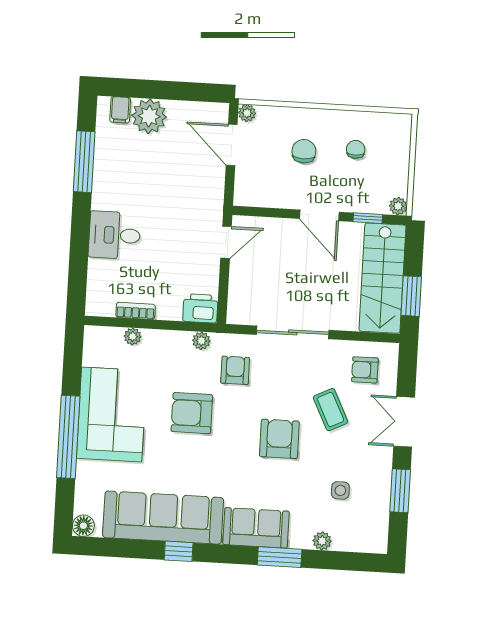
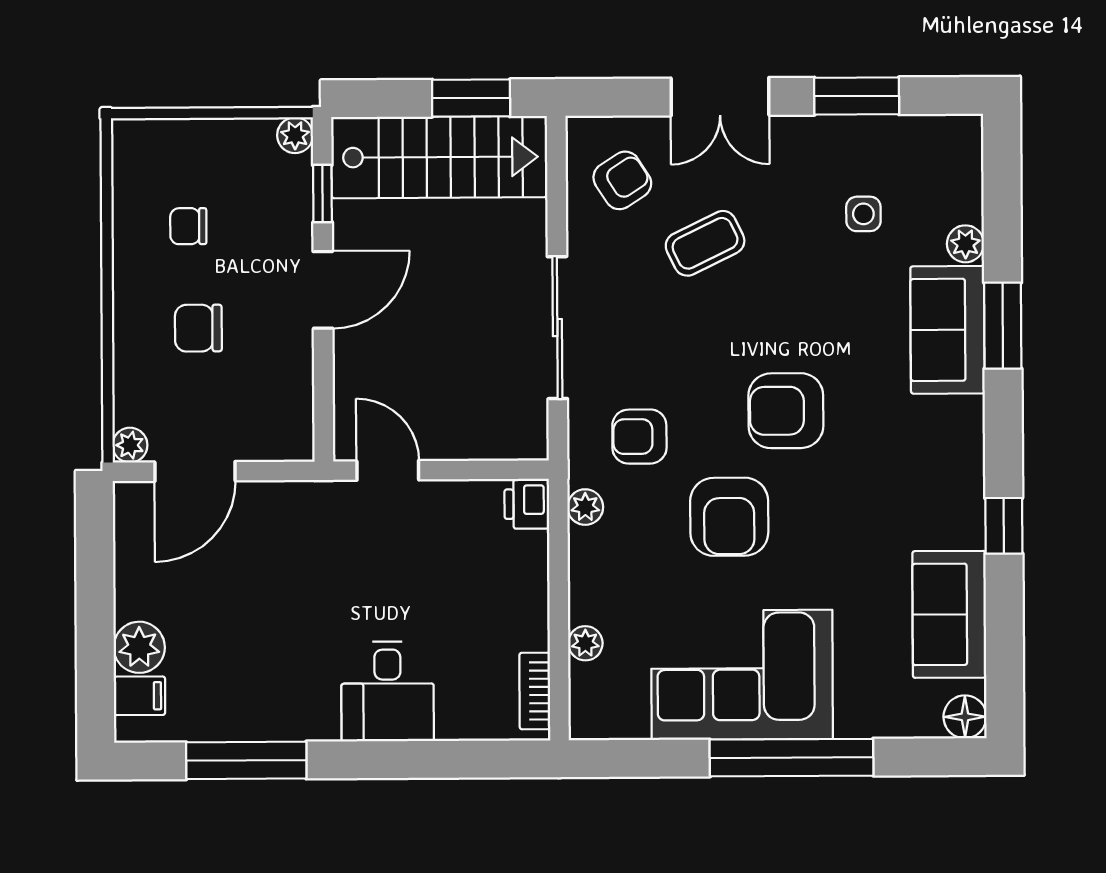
plant: (149, 116) -> (139, 647), width x0.73, depth x0.73
printer: (200, 308) -> (527, 504), width x0.73, depth x0.81
bookcase: (136, 311) -> (535, 691), moved
armchair: (365, 370) -> (622, 180), turned -123
armchair: (279, 439) -> (786, 411), moved
sofa: (163, 518) -> (949, 614), width x0.54, depth x0.79
sofa: (256, 528) -> (948, 330), moved

